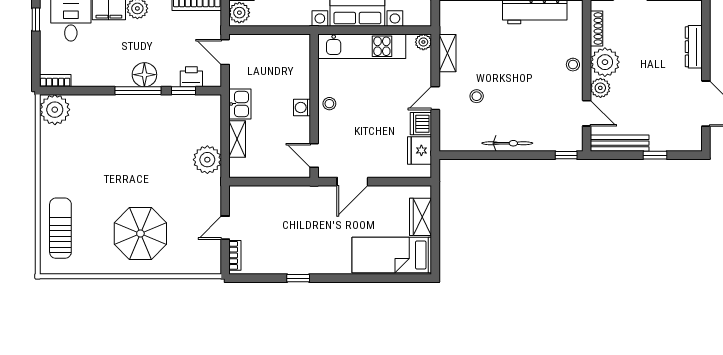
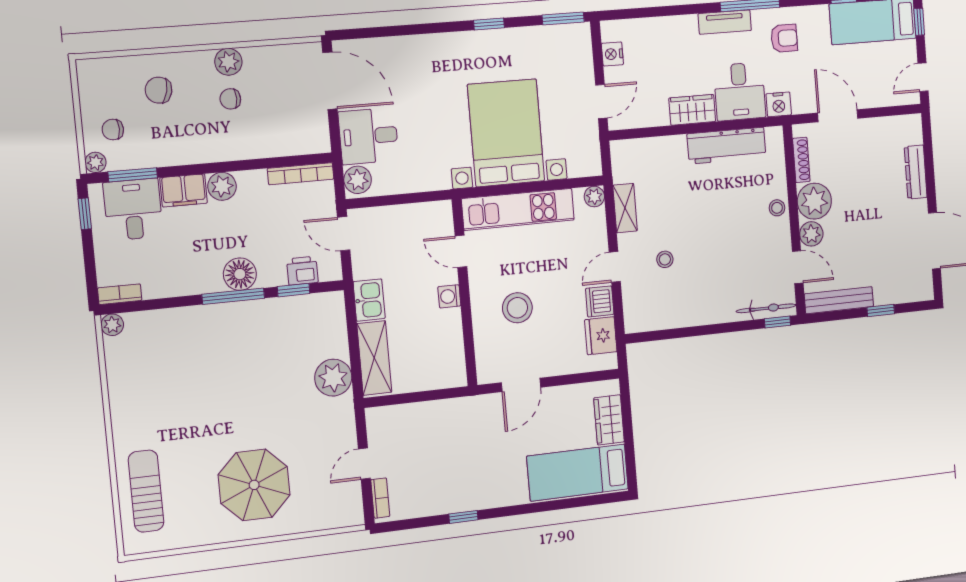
stool: (329, 104) -> (517, 308), moved, width x1.89, depth x1.89
plant: (55, 110) -> (112, 325), width x0.53, depth x0.53
shelving: (237, 139) -> (374, 358), width x1.50, depth x1.33
bicycle: (507, 143) -> (766, 308), moved
door: (314, 155) -> (461, 251), moved

